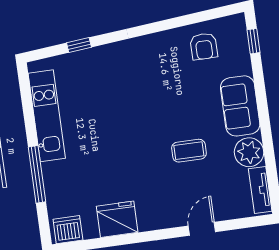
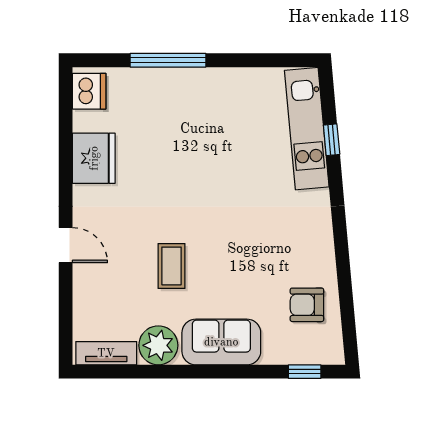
kitchen unit: (47, 116) -> (307, 129), moved, turned 85
door: (202, 229) -> (66, 245), moved

